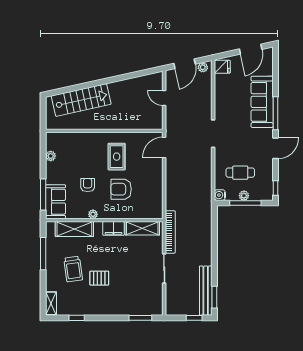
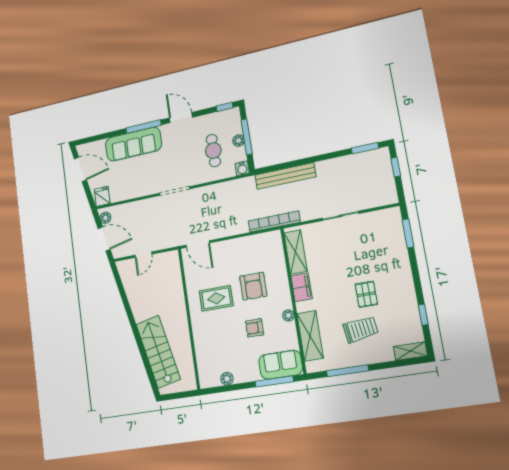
bookcase: (170, 232) -> (274, 222), moved
bench: (206, 291) -> (285, 176), moved

